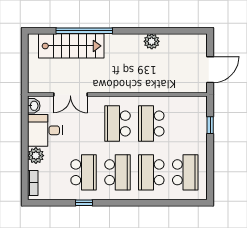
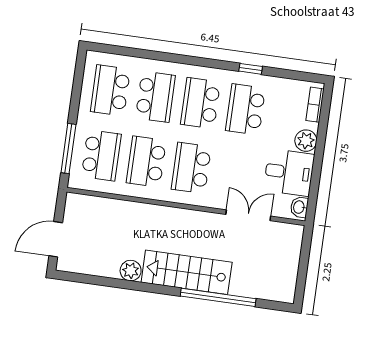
stairs: (71, 46) -> (187, 272), moved
door: (210, 70) -> (56, 239), moved
school desk: (117, 123) -> (191, 168), turned 180
school desk: (151, 123) -> (146, 162), turned 180
school desk: (185, 123) -> (101, 155), added
window: (210, 125) -> (68, 148), width x2.17

